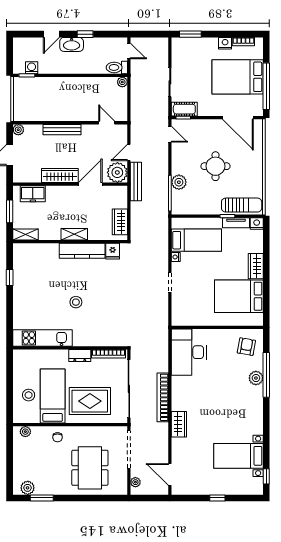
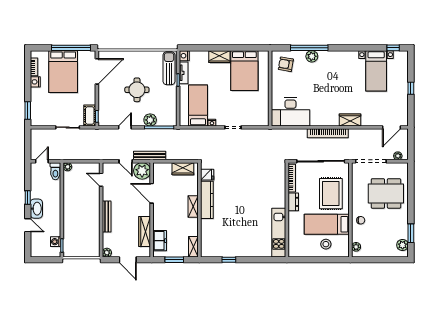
door: (107, 123) -> (101, 180), hinge flipped
door: (170, 134) -> (125, 127), moved
wardrobe: (60, 176) -> (145, 232), moved
stool: (76, 302) -> (249, 205), removed

